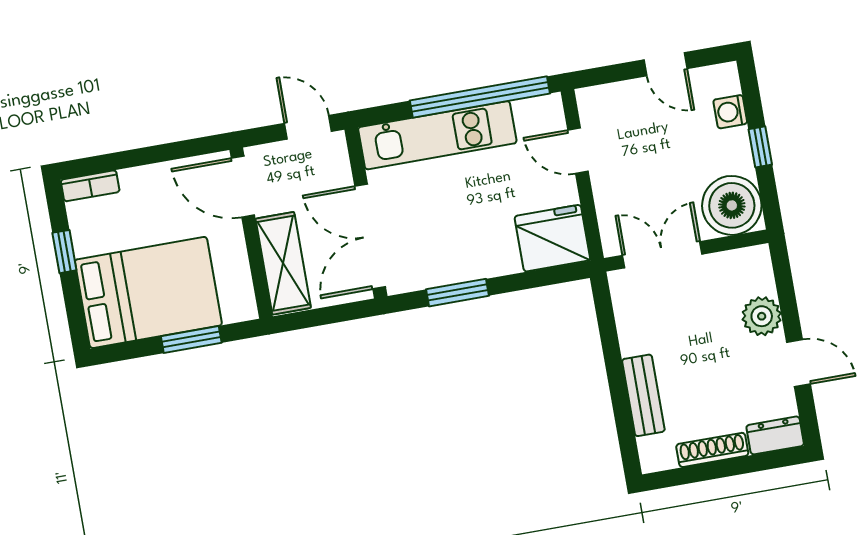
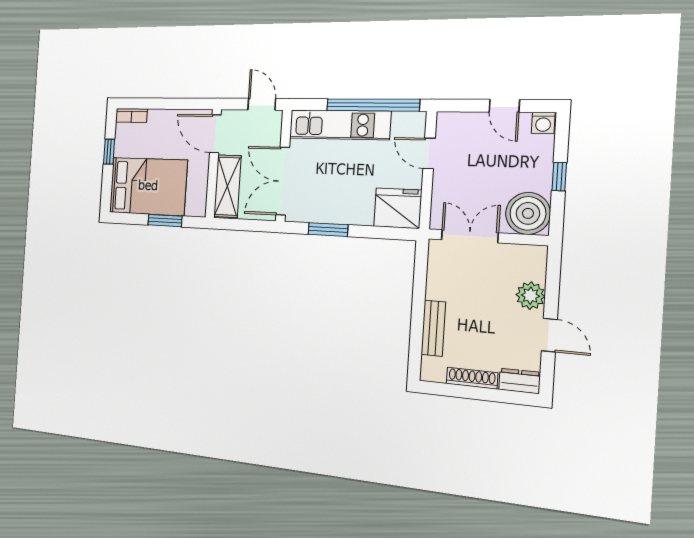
washing machine: (730, 112) -> (543, 123), moved, turned -90

